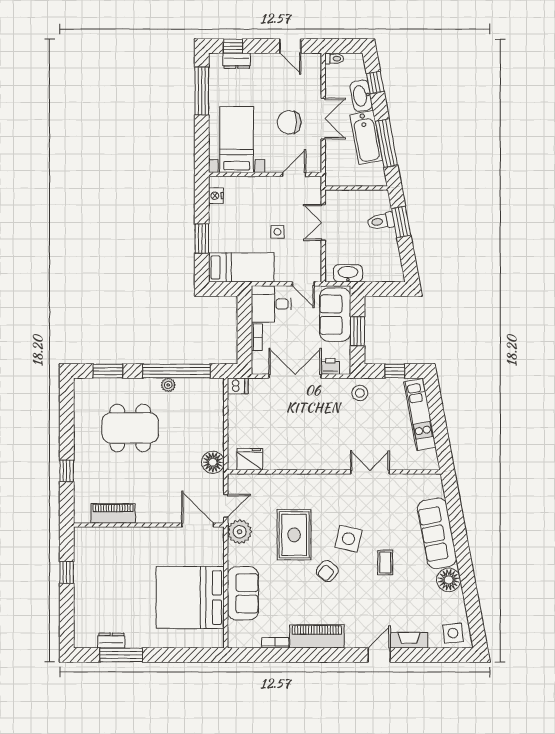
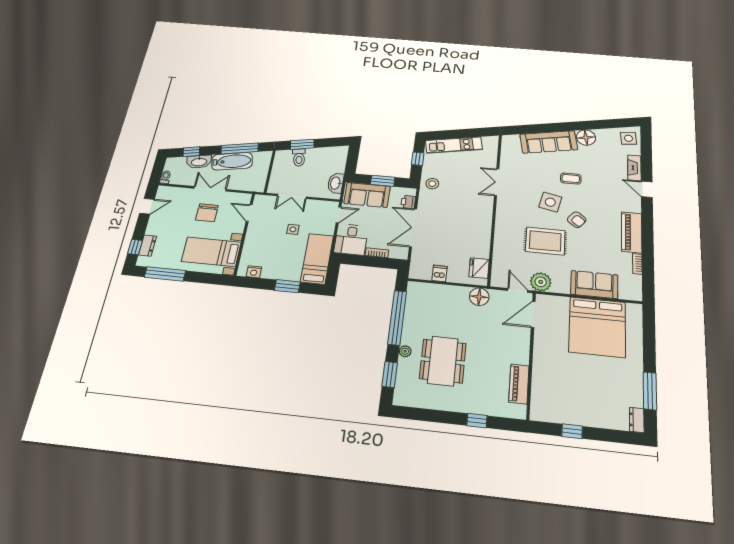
plant: (168, 385) -> (405, 351), moved
dishwasher: (238, 386) -> (440, 273), moved
dresser: (111, 641) -> (637, 420), moved

